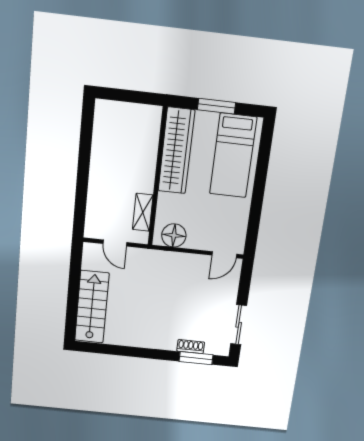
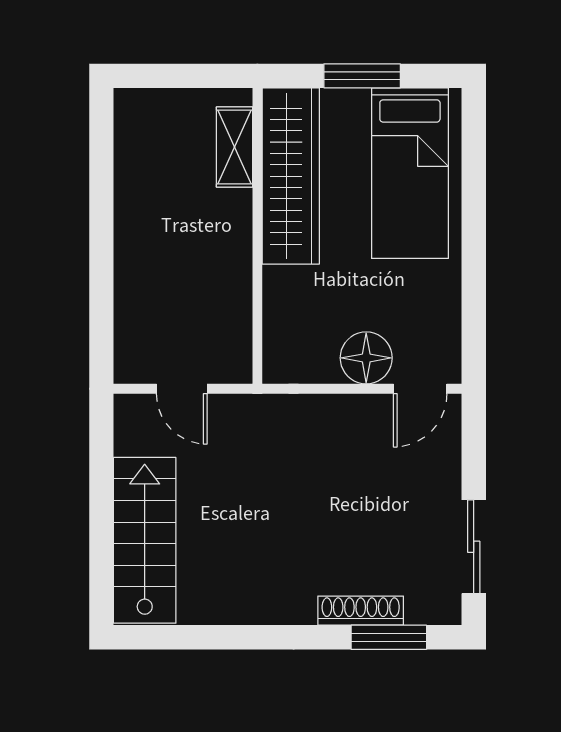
shelving: (143, 212) -> (234, 147), moved
floor lamp: (174, 235) -> (366, 358), moved
shoe rack: (191, 347) -> (361, 611), width x1.43

